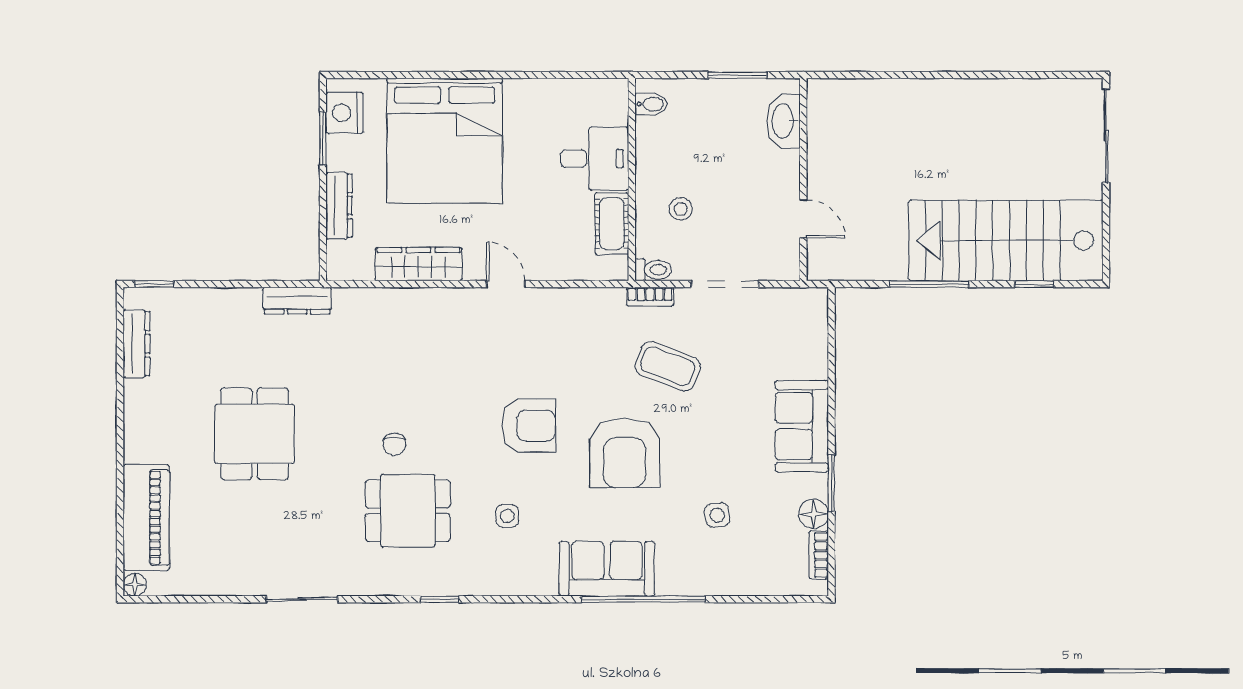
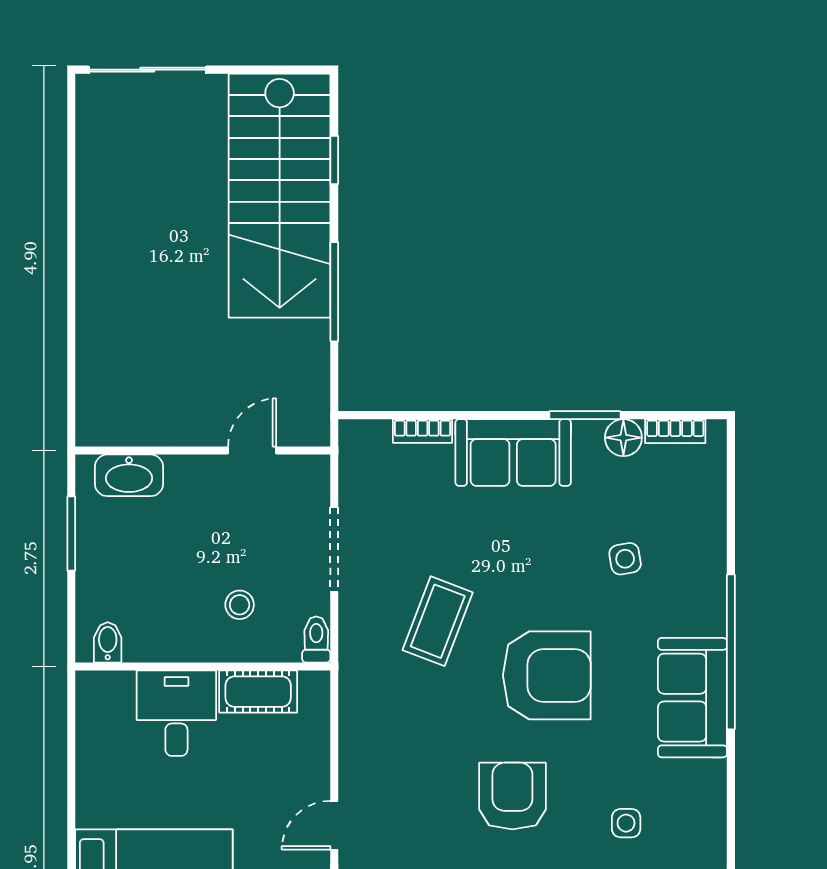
bookcase: (650, 297) -> (423, 431), moved, turned 90

